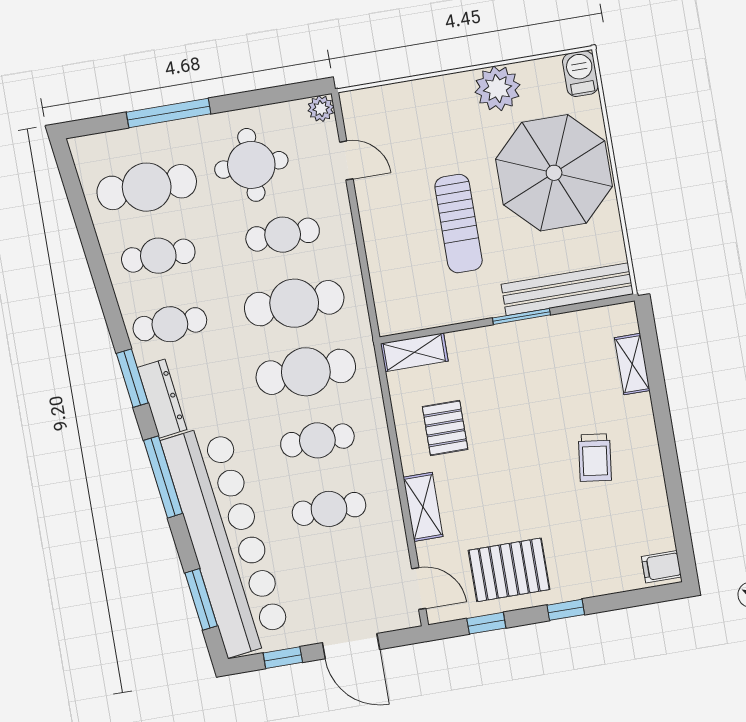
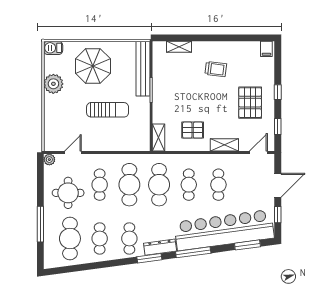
parasol: (554, 173) -> (93, 66), width x0.73, depth x0.73
pallet: (509, 570) -> (250, 103), moved

